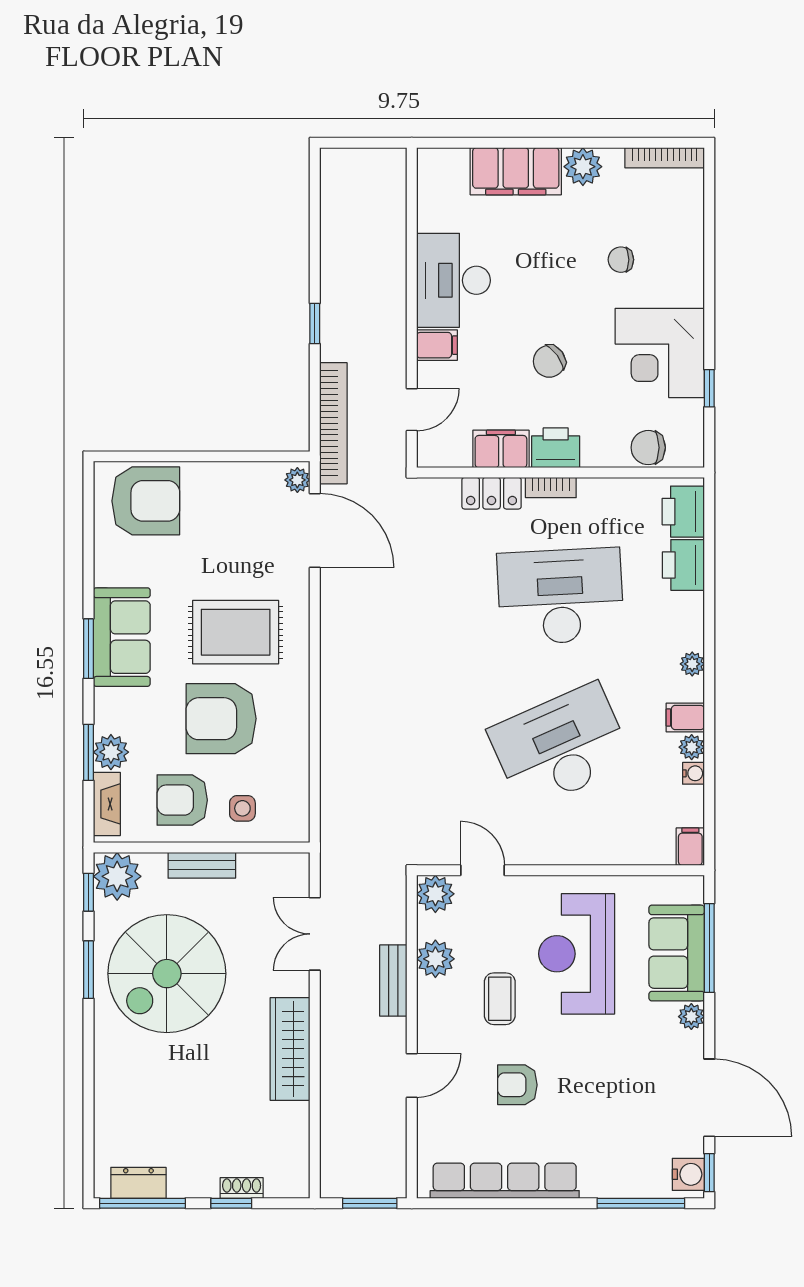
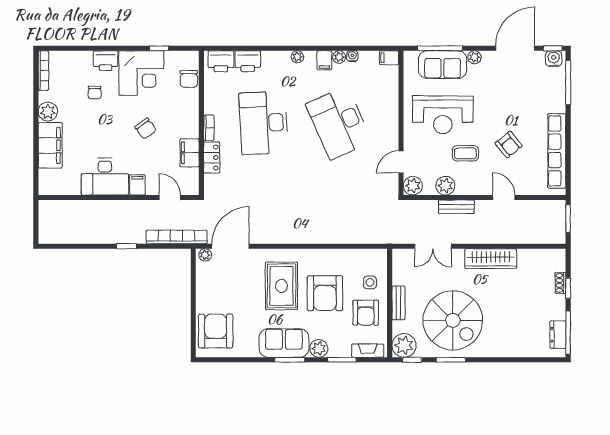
printer: (556, 448) -> (106, 61), moved, turned -90
plant: (111, 752) -> (319, 348), moved
armchair: (517, 1085) -> (509, 145), turned -39

